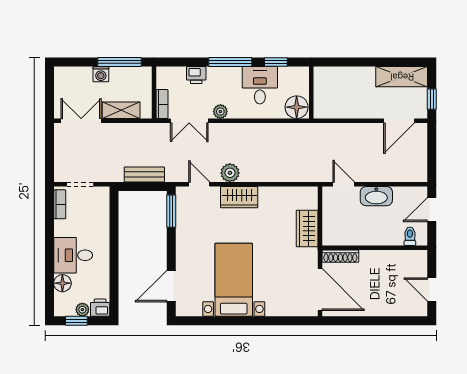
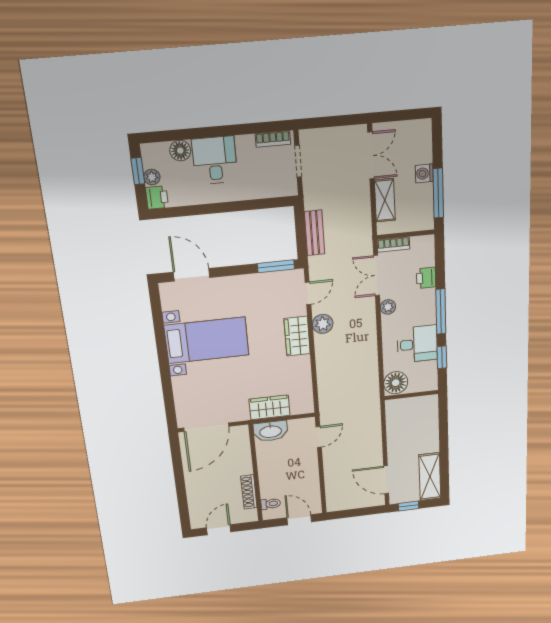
washbasin: (376, 196) -> (271, 431), moved, turned -90
shoe rack: (340, 256) -> (249, 492), moved

